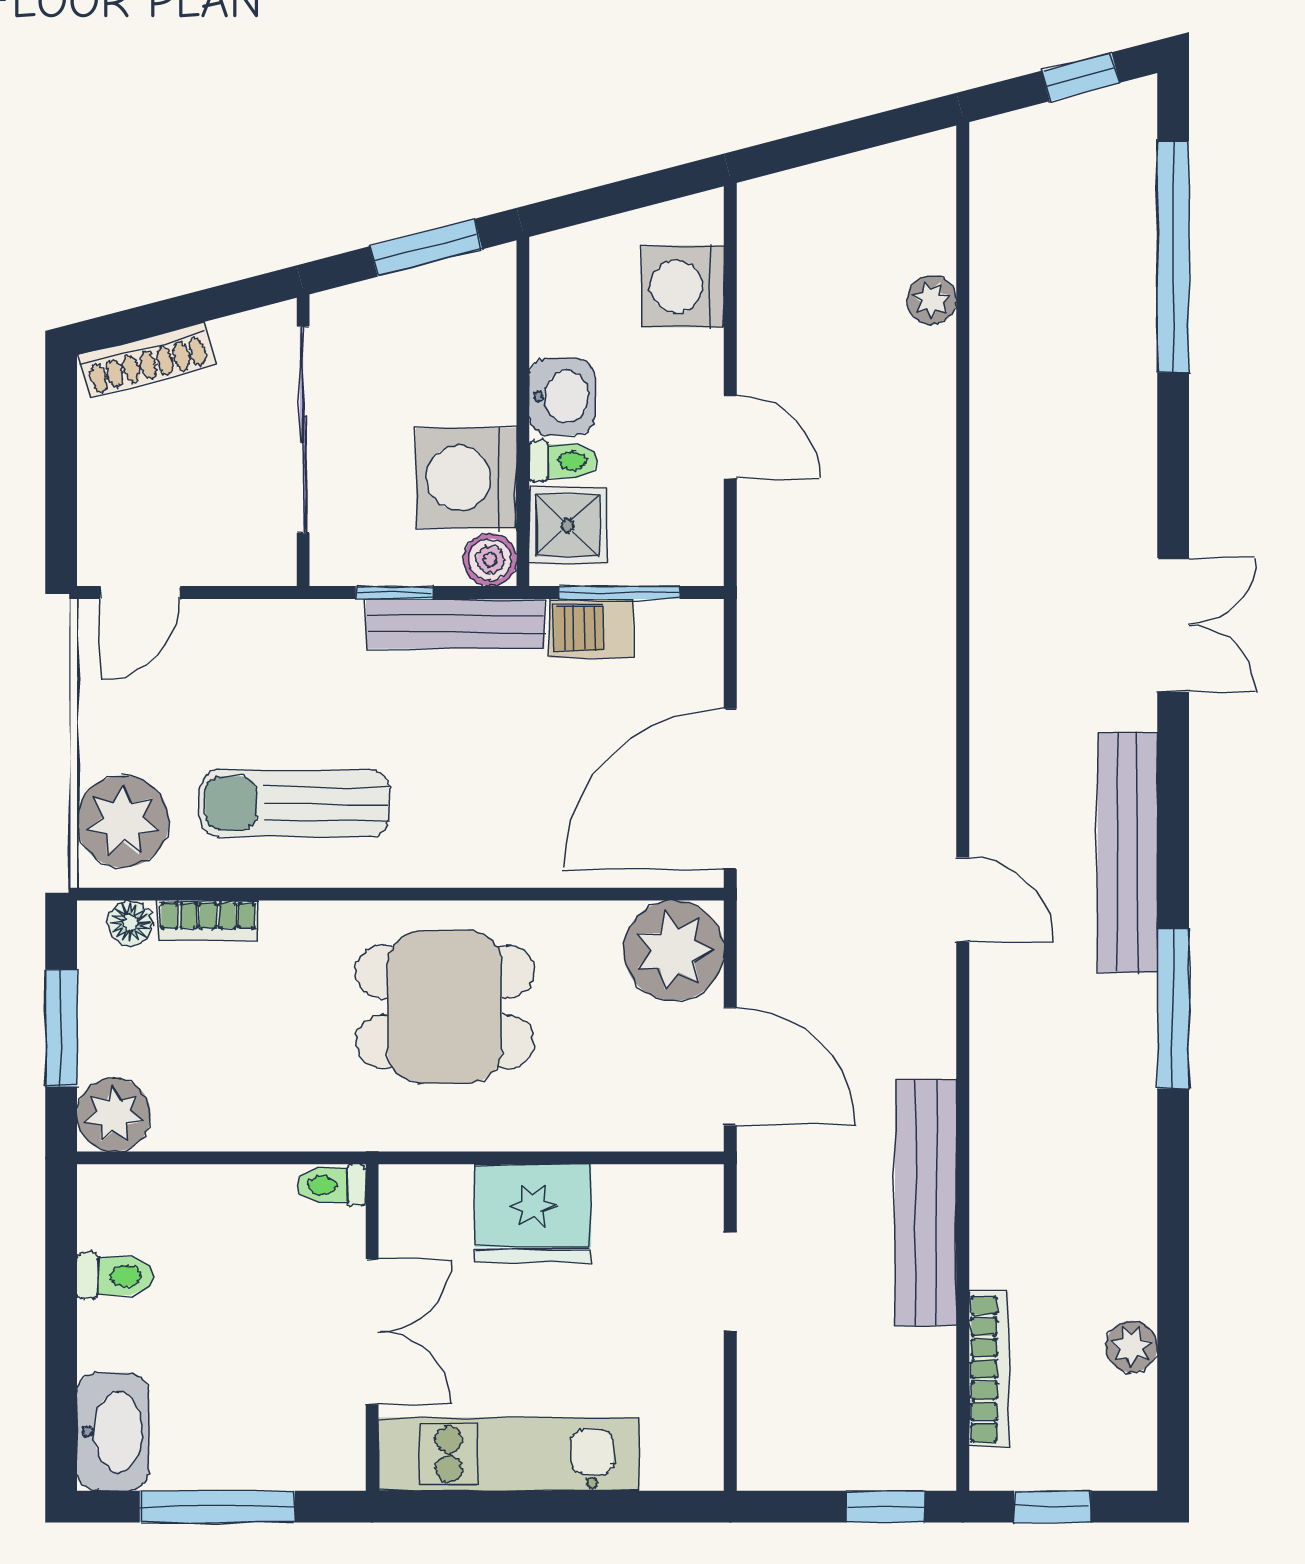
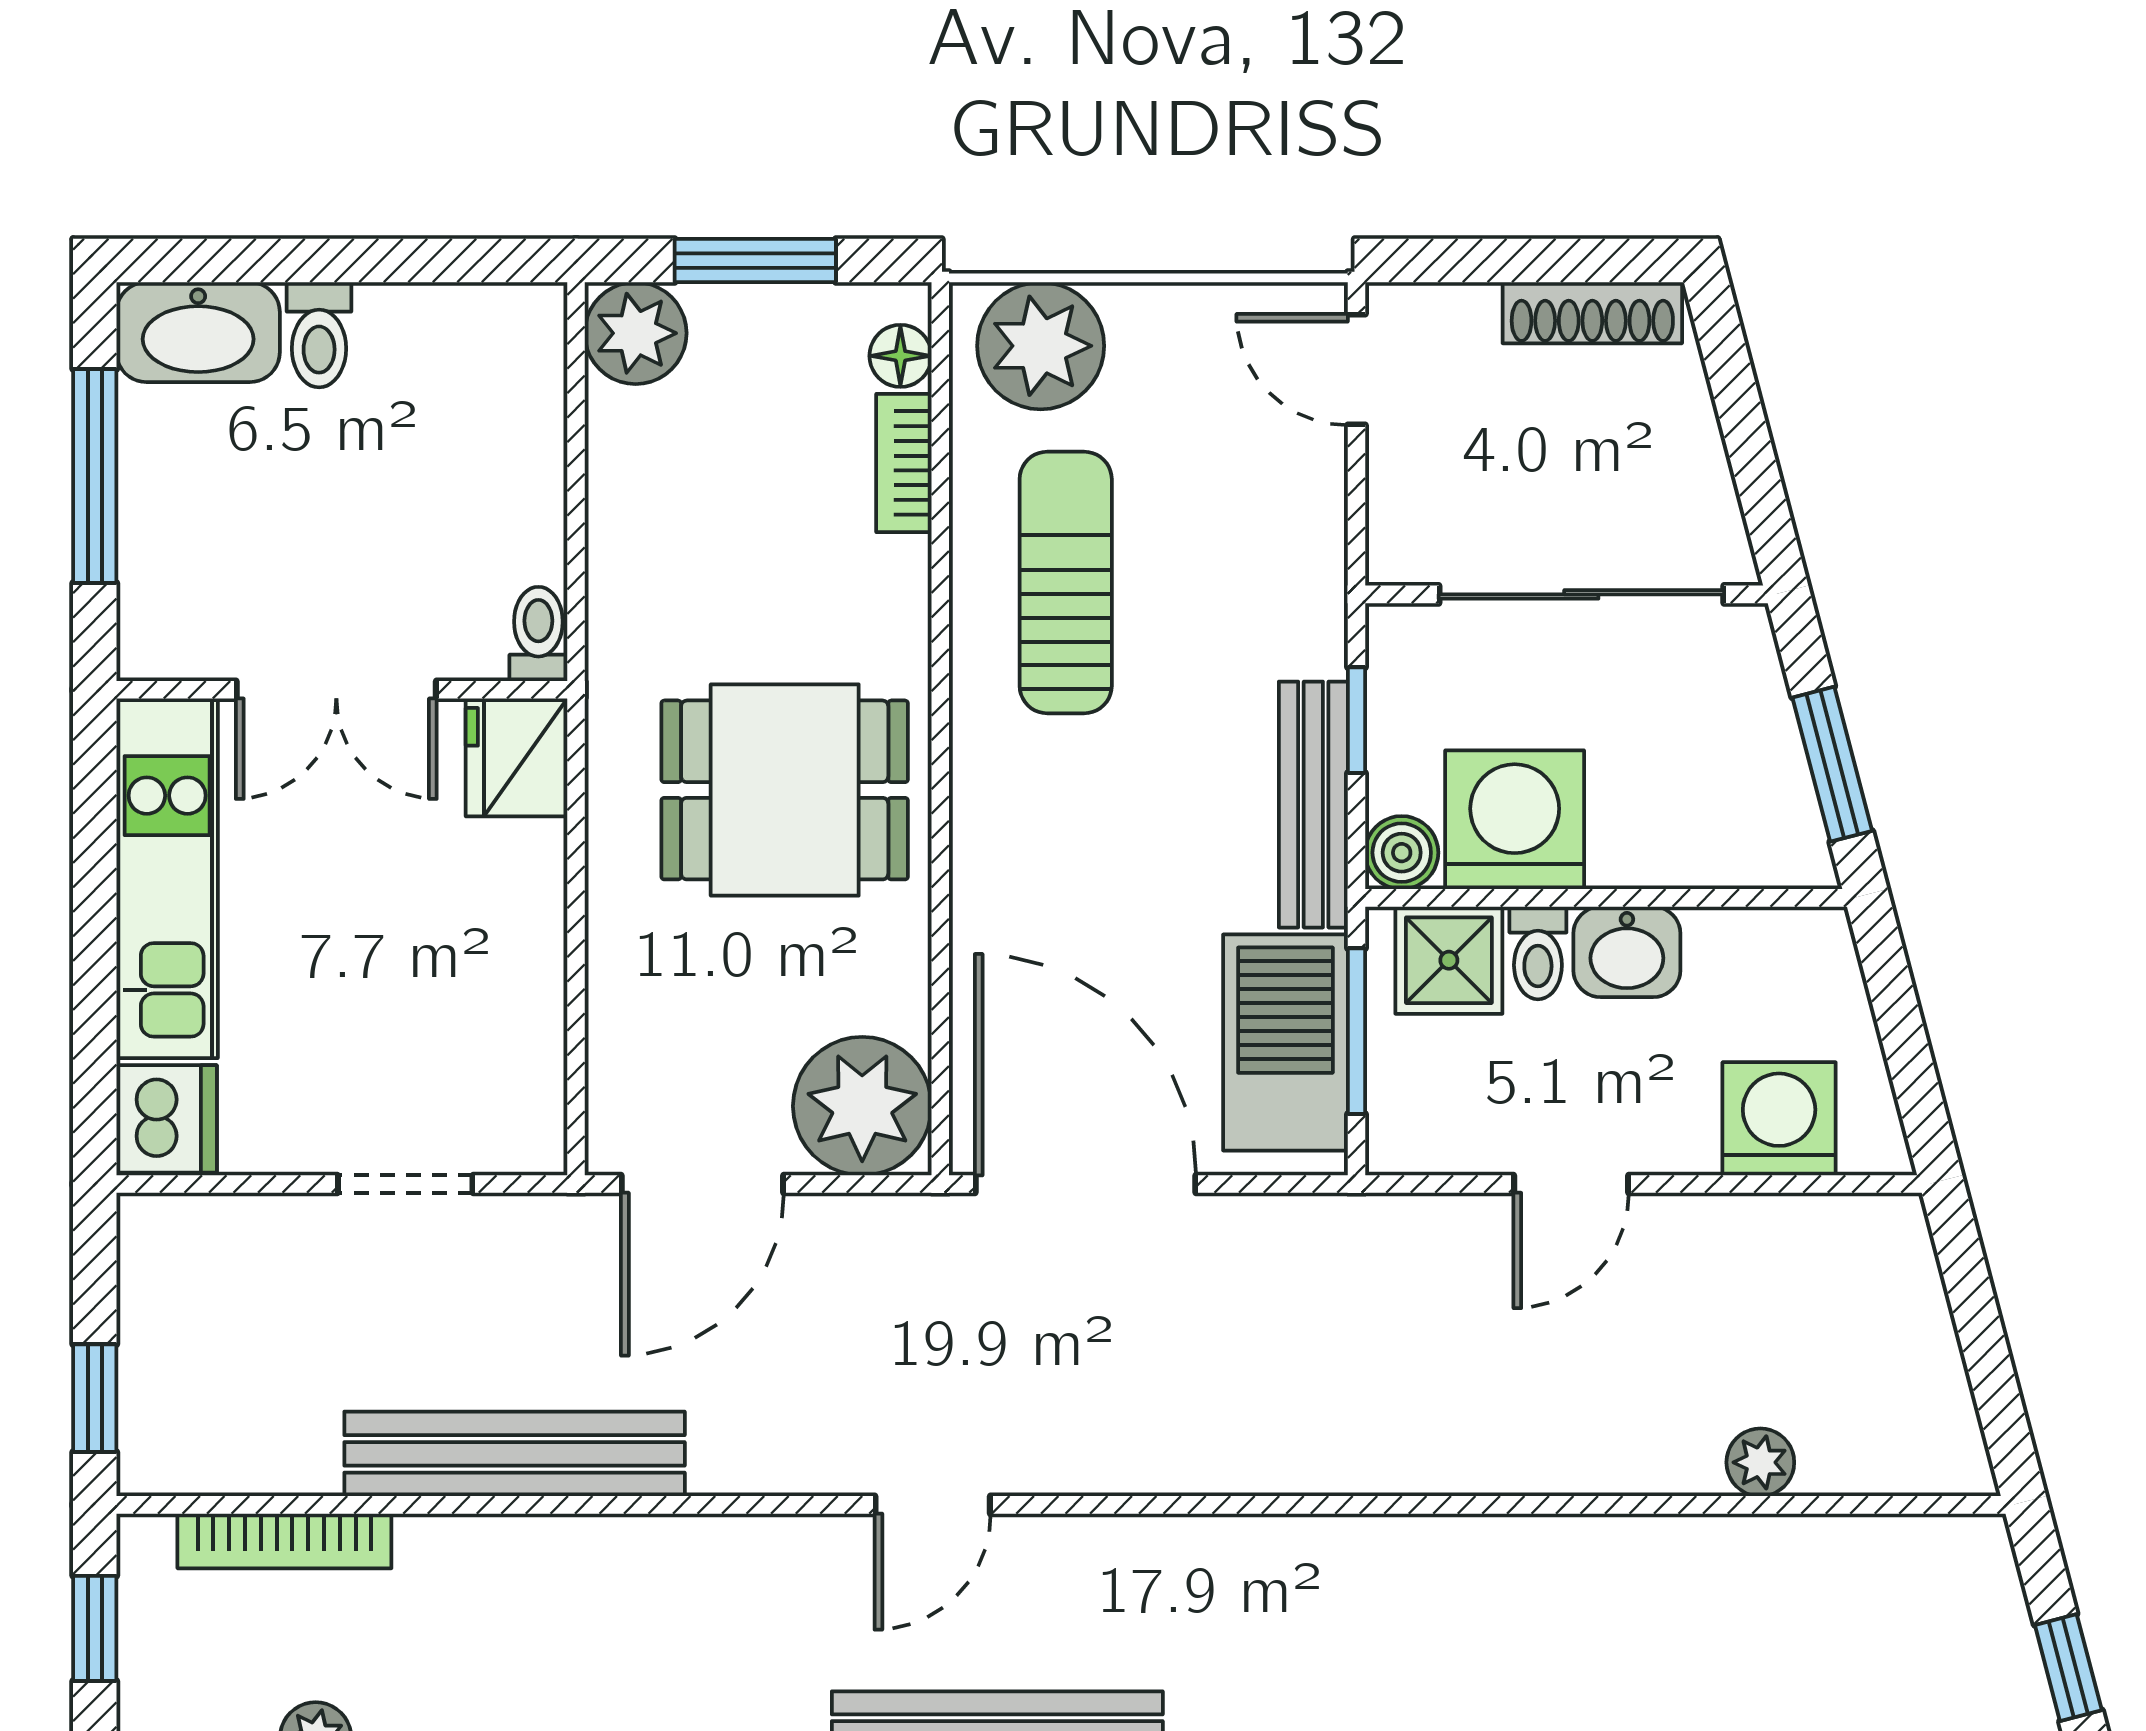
shoe rack: (147, 360) -> (1592, 313), moved, turned -75
barbecue: (591, 628) -> (1285, 1043), width x1.88, depth x1.53
dining table: (445, 1007) -> (785, 790), turned 90
fridge: (533, 1214) -> (517, 757), moved, width x0.73, depth x0.75
toilet: (115, 1276) -> (319, 335), moved
dishwasher: (683, 1455) -> (167, 1119), added

